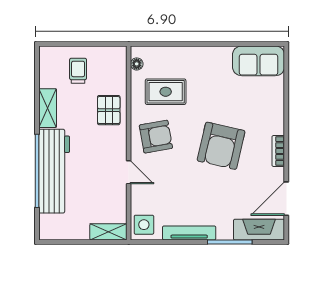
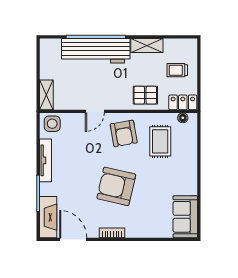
locker: (118, 64) -> (183, 102), added
trolley: (78, 71) -> (177, 70), turned 180

